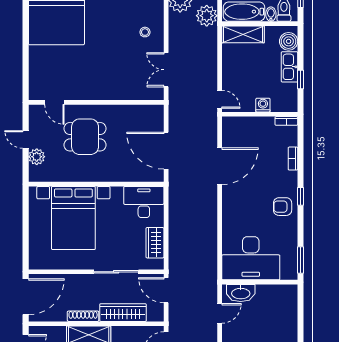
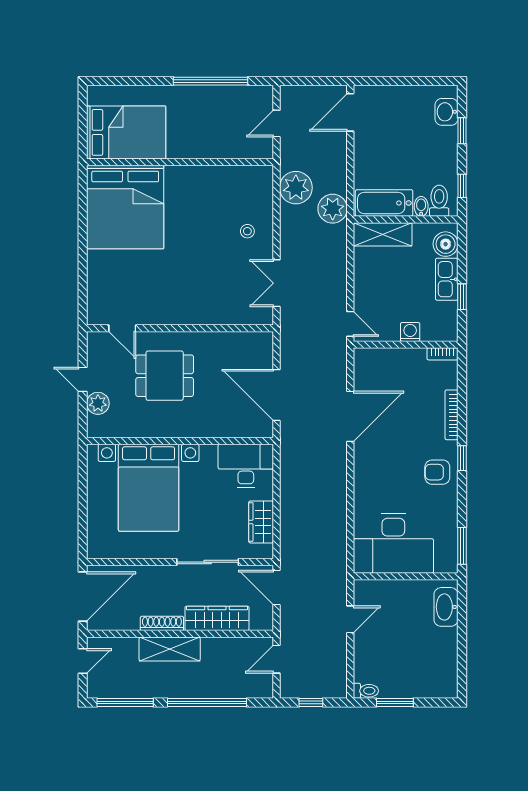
bookcase: (293, 159) -> (452, 415), width x1.56
washbasin: (241, 293) -> (446, 607), moved, turned 90

